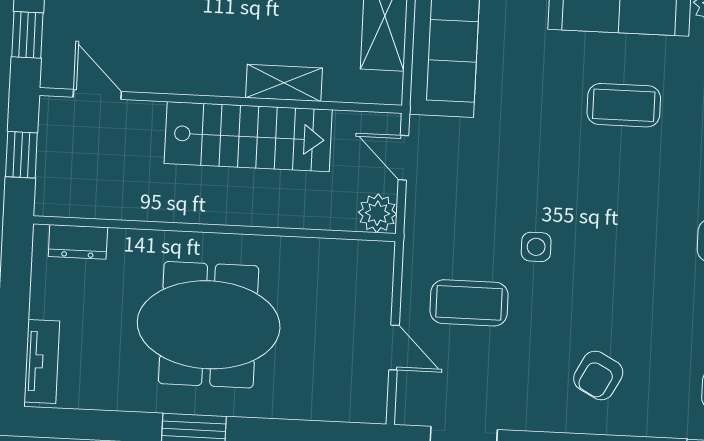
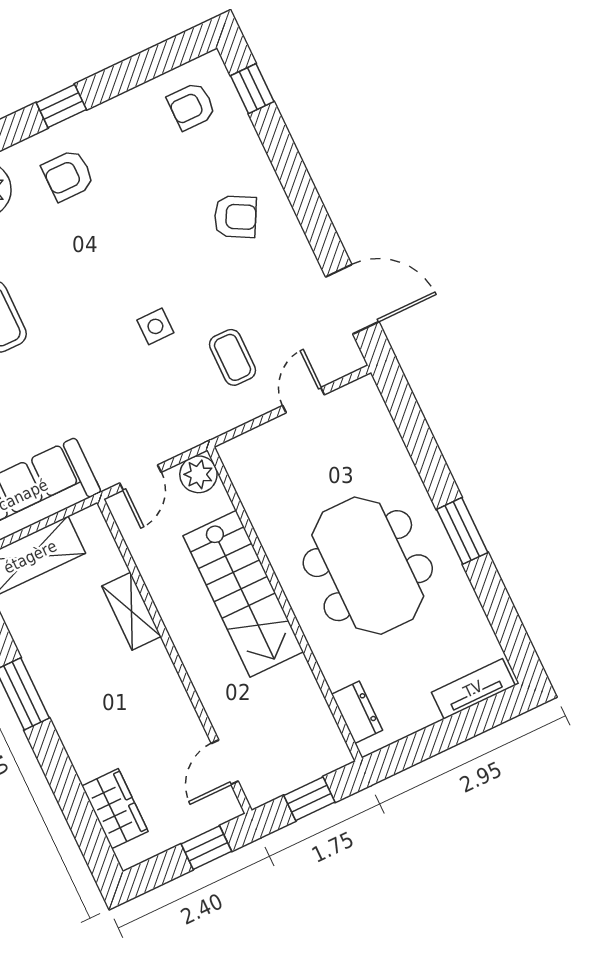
stairs: (248, 137) -> (243, 594), moved, turned 180
coffee table: (469, 303) -> (232, 357), width x0.73, depth x0.77

